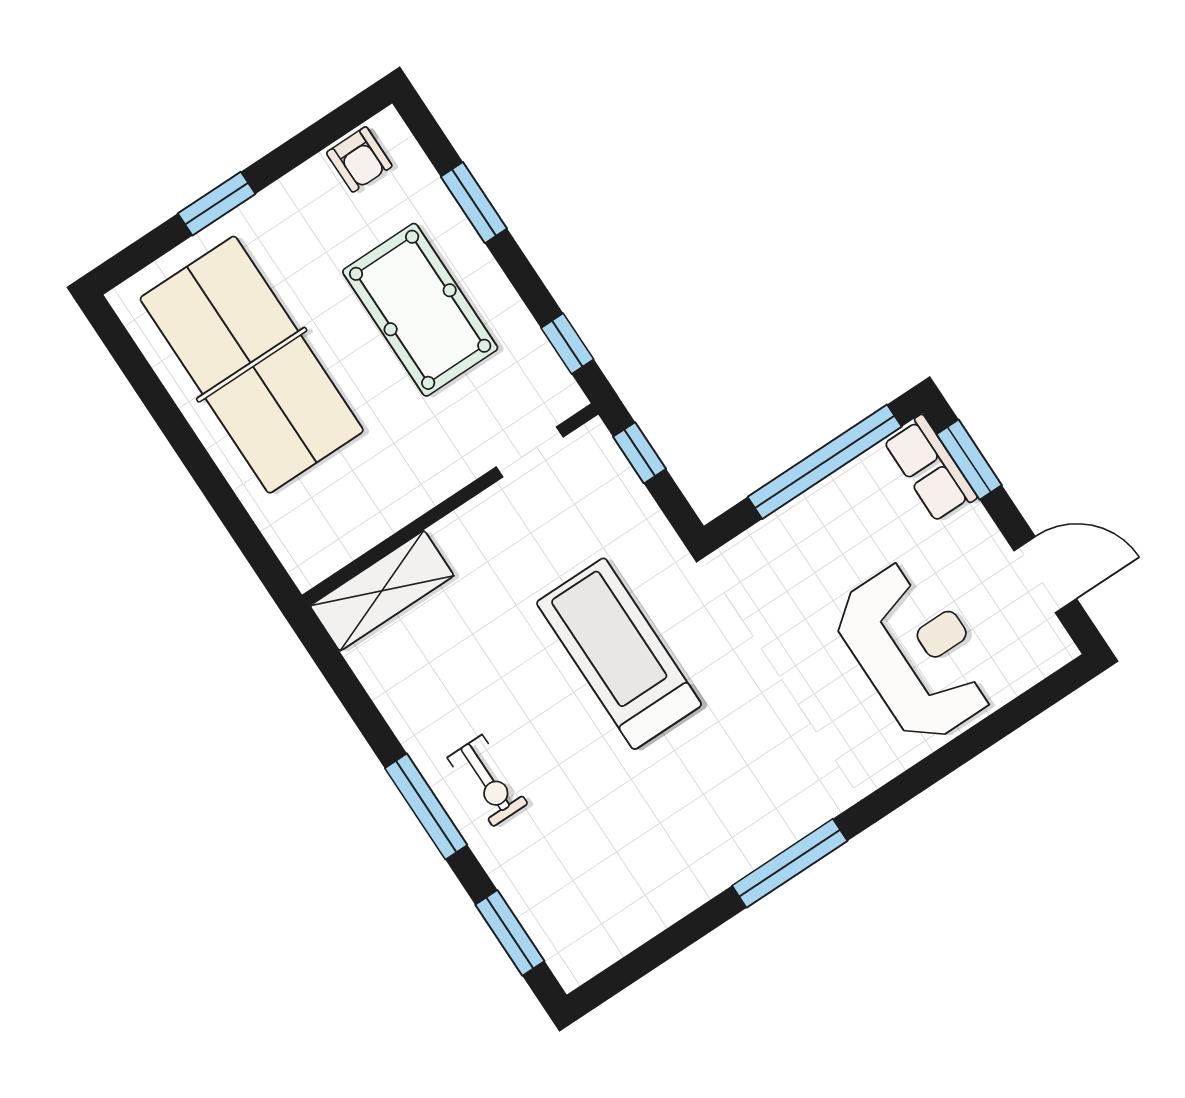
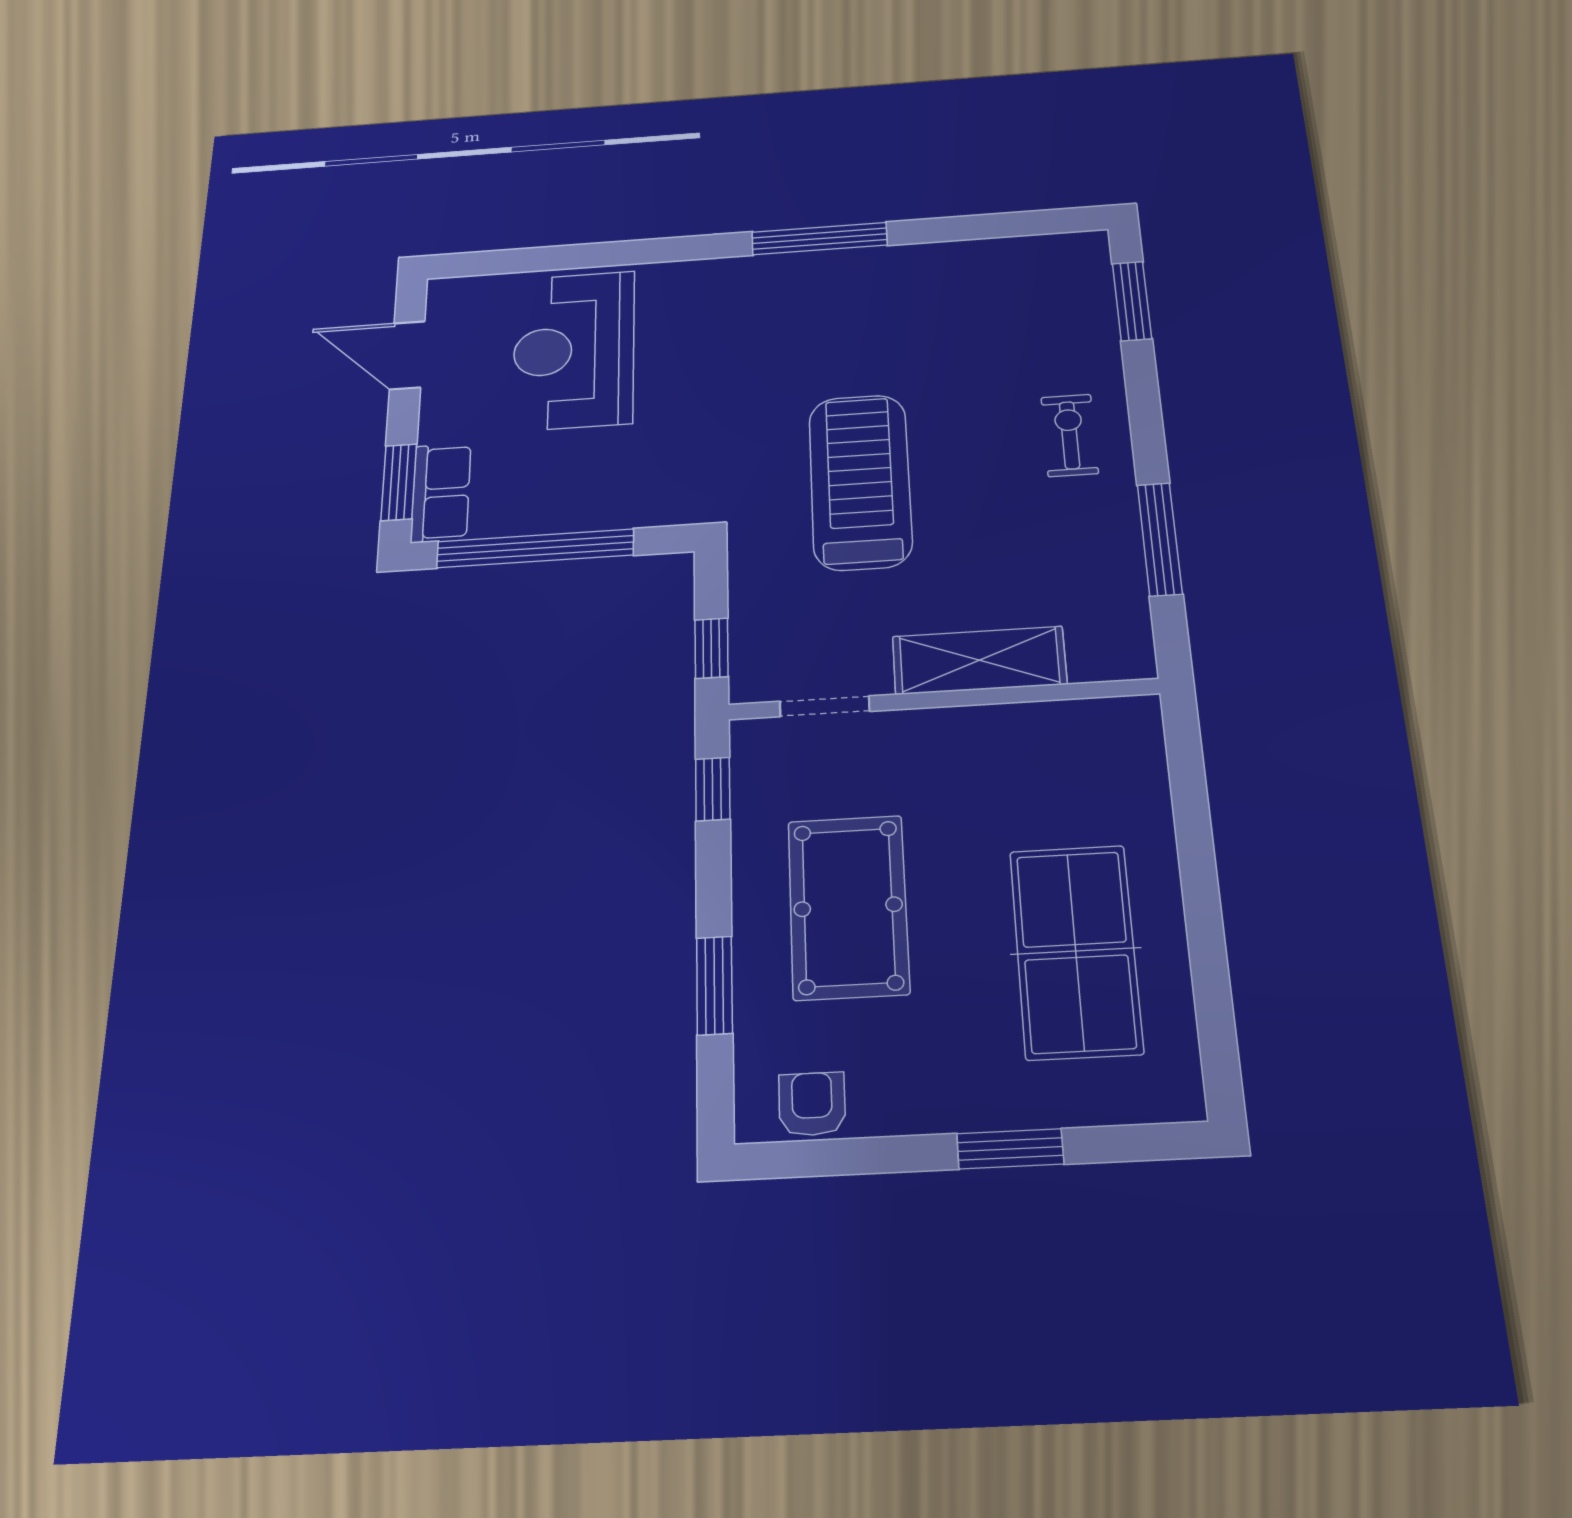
table tennis table: (252, 365) -> (1076, 951), width x0.73, depth x0.76
shelving: (382, 591) -> (979, 660), moved
treadmill: (619, 654) -> (860, 481), turned 180
window: (426, 806) -> (1160, 539), moved

